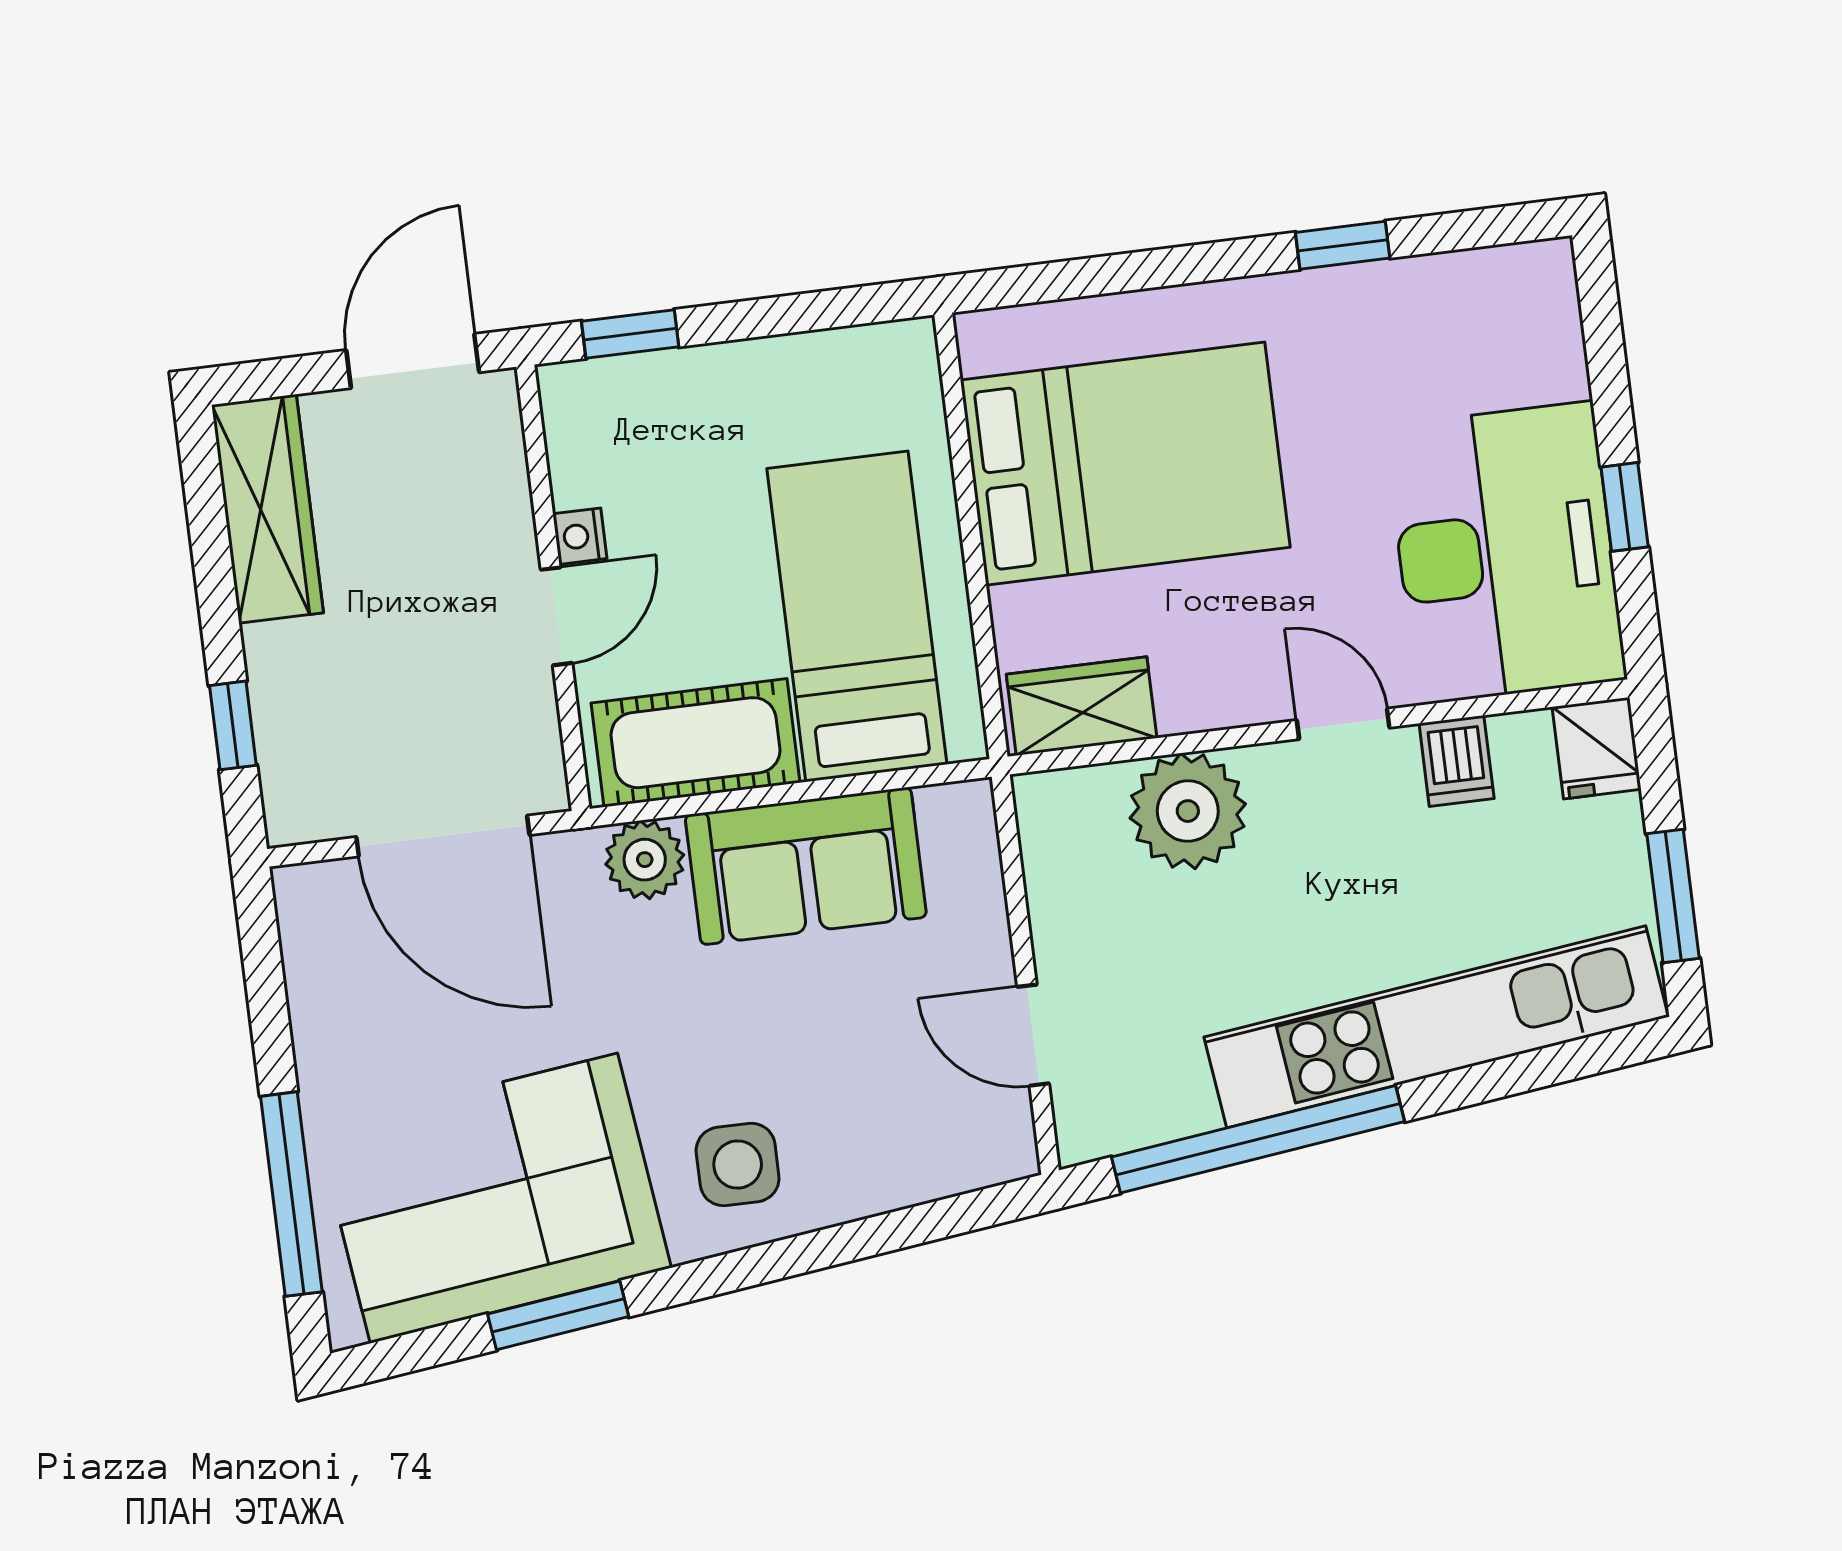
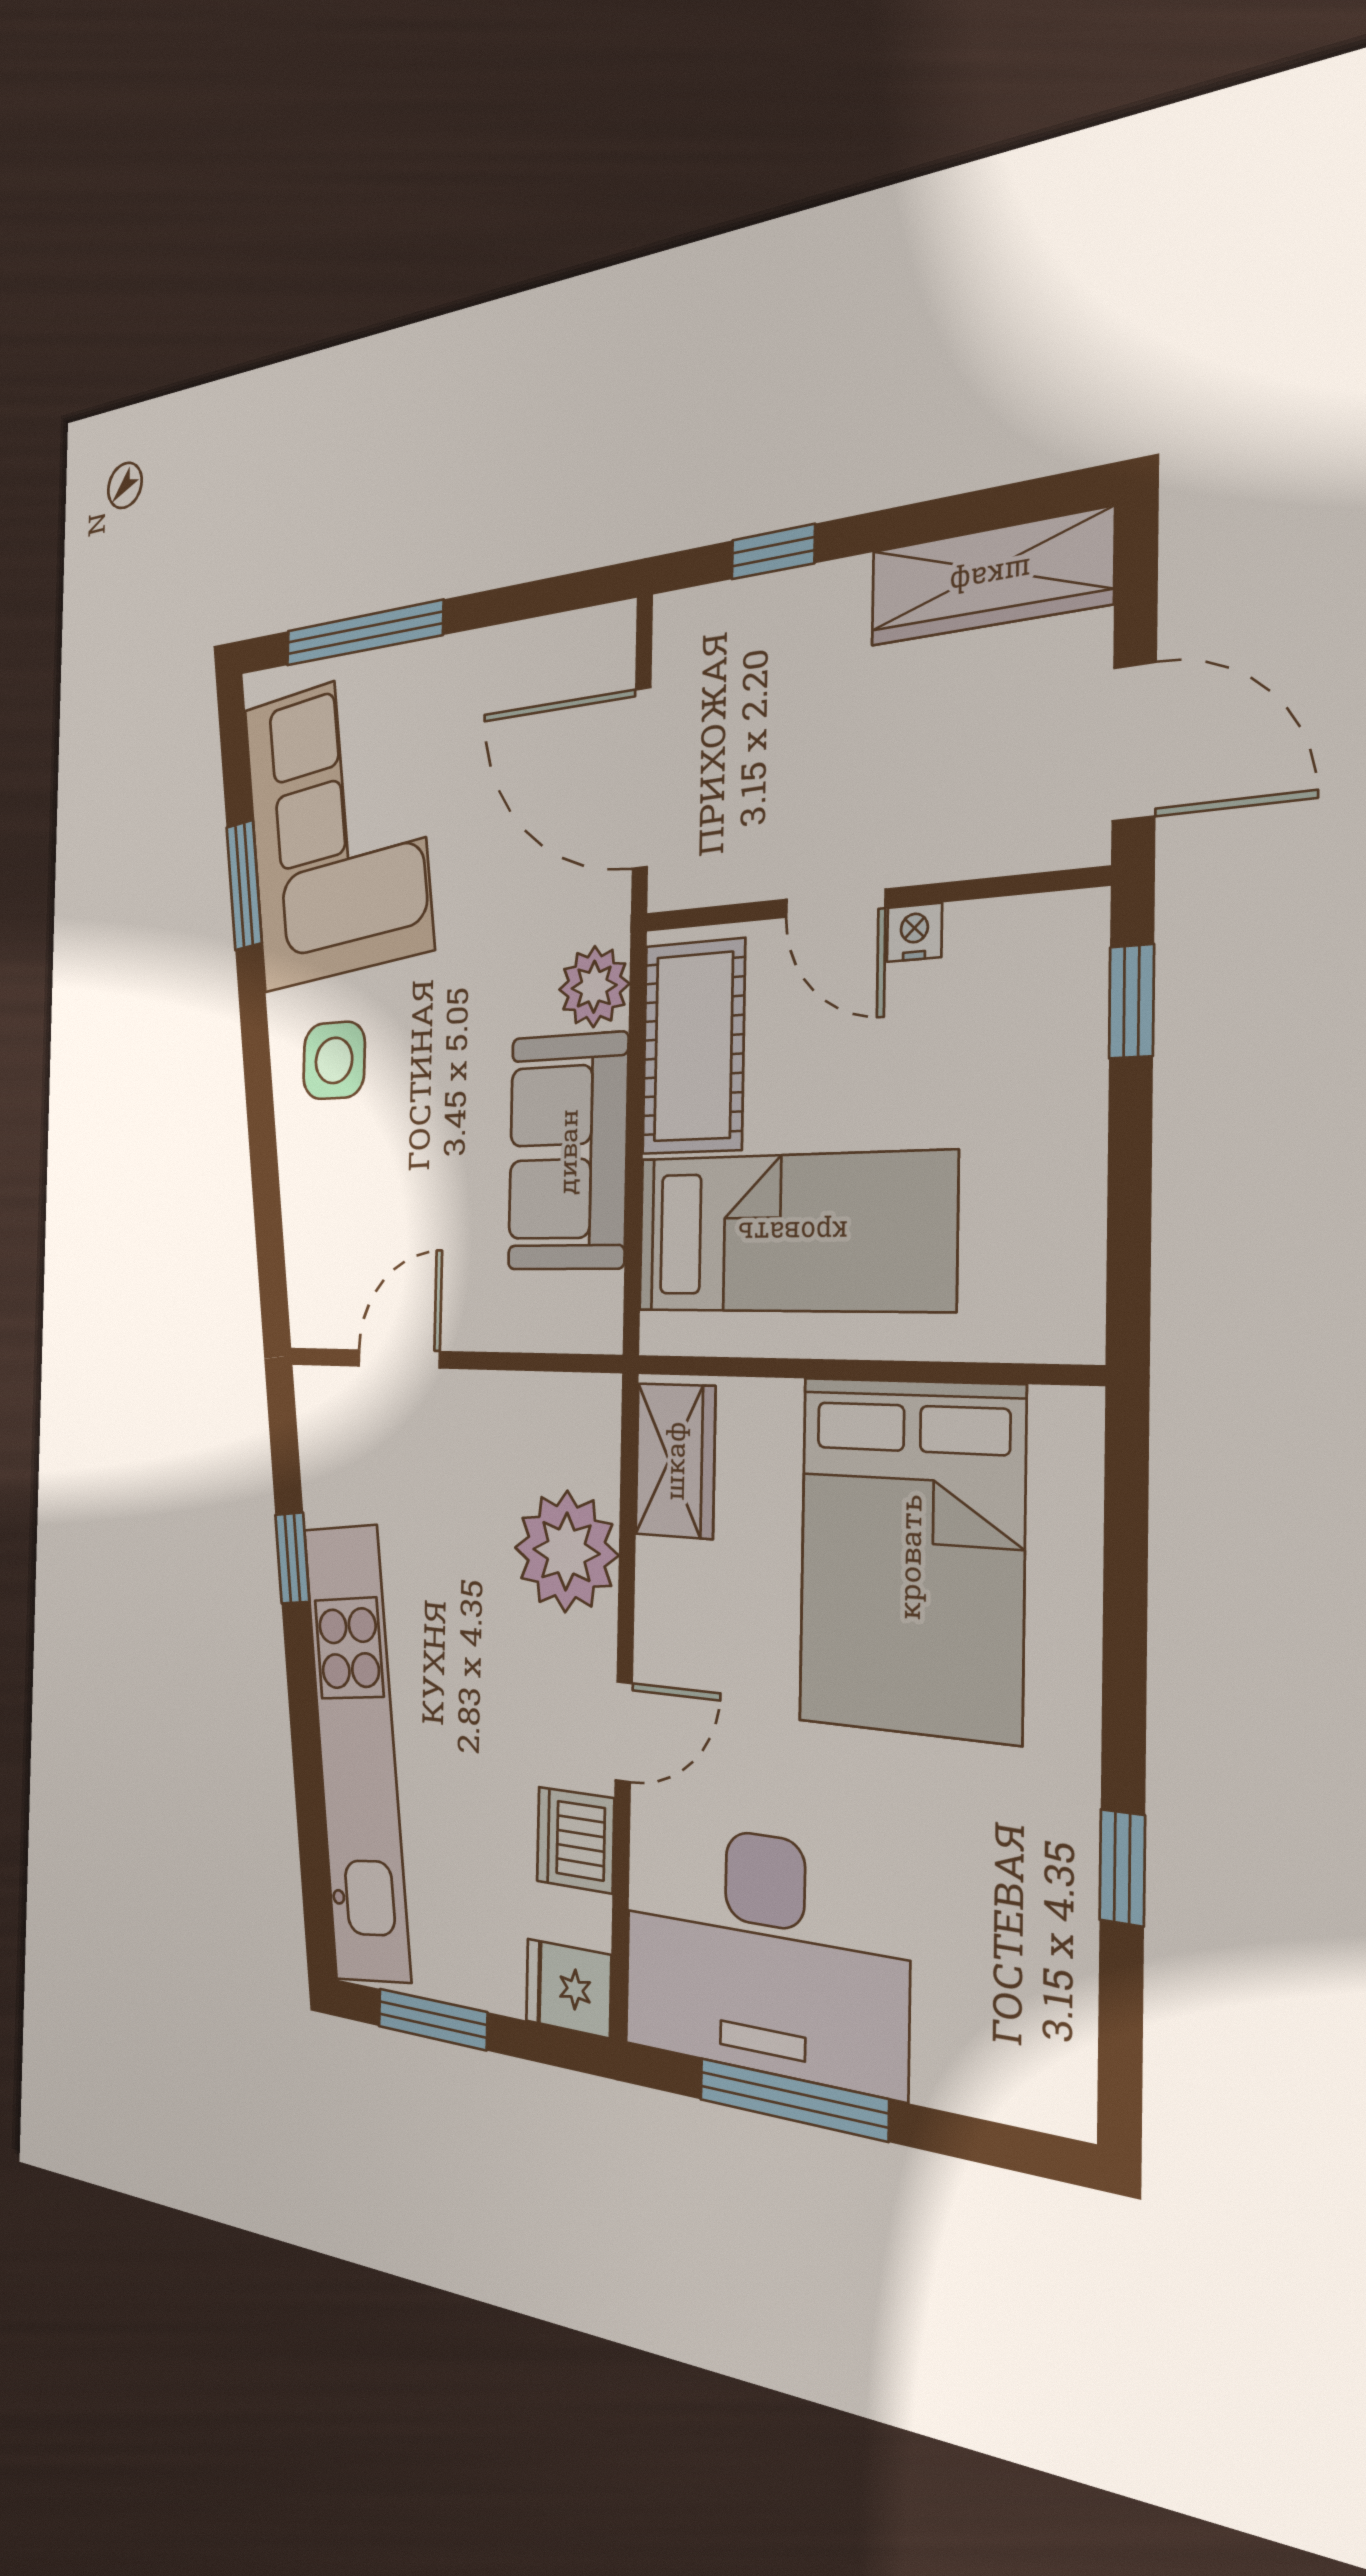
window: (1625, 507) -> (793, 2099), width x2.17
dishwasher: (1457, 761) -> (575, 1840), width x1.38
door: (443, 836) -> (642, 778), hinge flipped
window: (1258, 1139) -> (292, 1558), width x0.32

